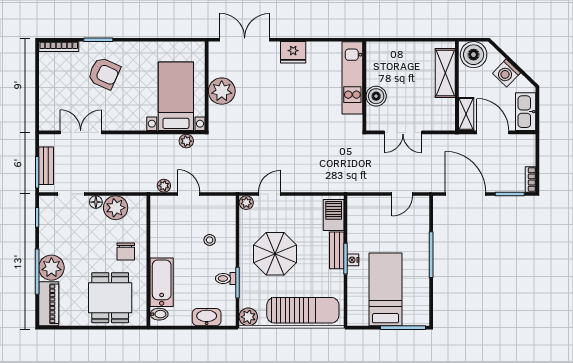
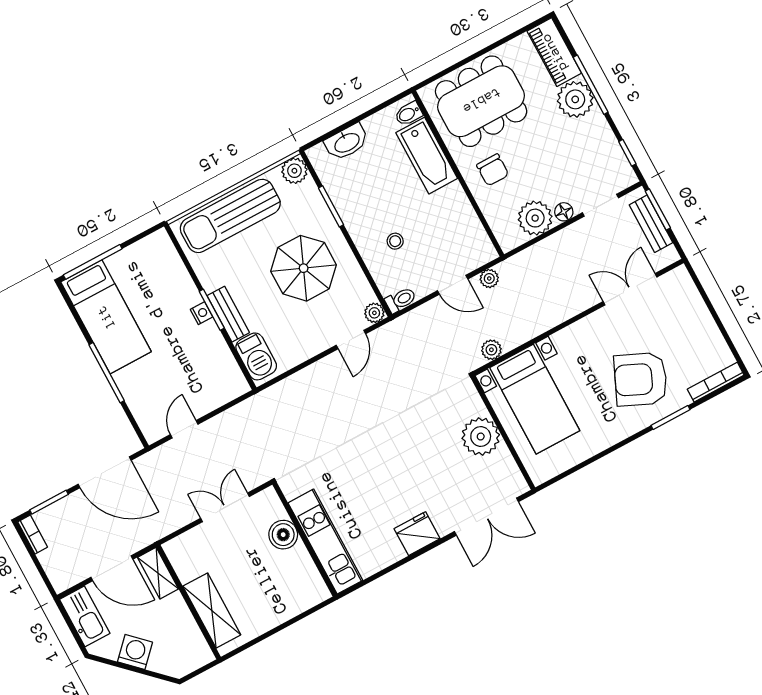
boiler: (474, 55) -> (189, 653), removed
armchair: (104, 73) -> (641, 379), width x1.36, depth x1.36
double door: (81, 132) -> (630, 289), swing flipped
chair: (126, 252) -> (493, 170), turned 180
toilet: (226, 278) -> (401, 300), moved
bed: (386, 289) -> (106, 317), moved
dining table: (110, 298) -> (481, 101), width x1.37

